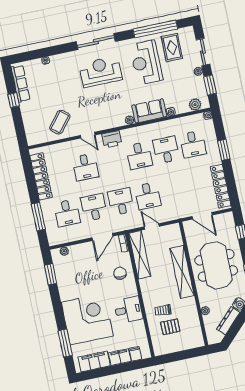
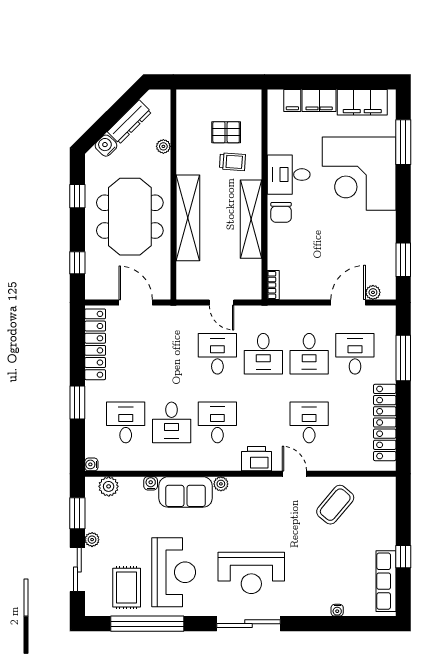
door: (102, 237) -> (348, 302), moved
shelving: (140, 255) -> (251, 219), moved
chair: (120, 273) -> (281, 212), moved

